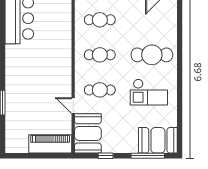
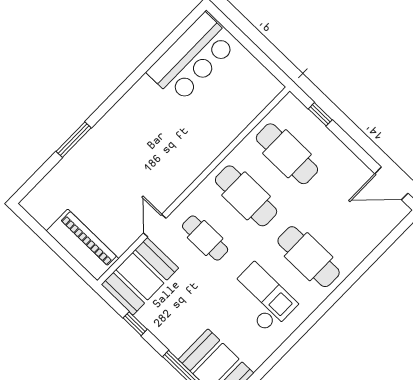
cafe table: (100, 20) -> (287, 154), width x1.37, depth x1.35
cafe table: (100, 55) -> (246, 196), width x1.37, depth x1.35
checkout: (149, 92) -> (262, 298), turned 180

